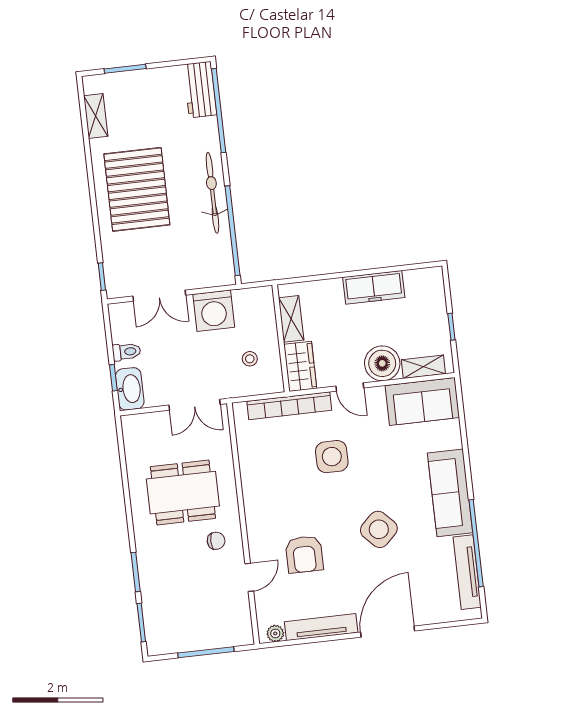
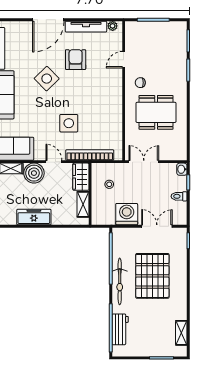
workbench: (200, 90) -> (120, 329), moved
pallet: (137, 189) -> (152, 276), moved
washbasin: (130, 389) -> (182, 169), width x0.52, depth x0.69
armchair: (304, 554) -> (76, 60), moved

